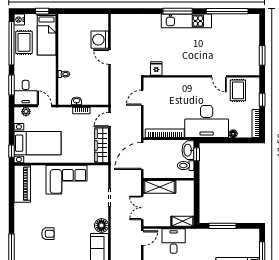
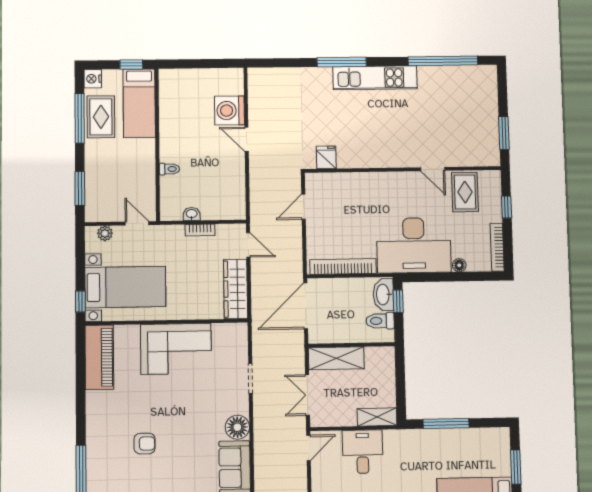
window: (178, 11) -> (342, 62), moved
window: (11, 43) -> (80, 118), width x0.68
desk: (26, 93) -> (104, 201), removed
door: (109, 120) -> (248, 245), swing flipped

